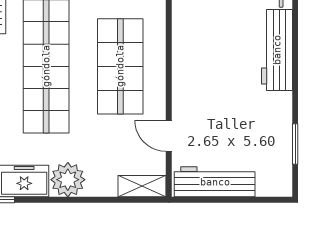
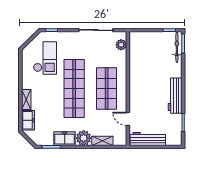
workbench: (277, 50) -> (175, 96), moved
shelving: (142, 186) -> (102, 141), moved

